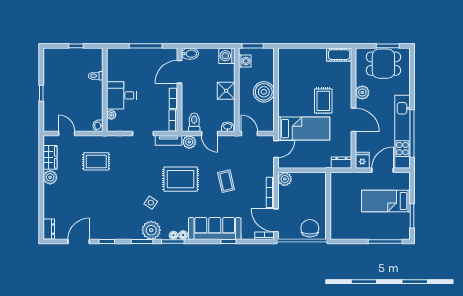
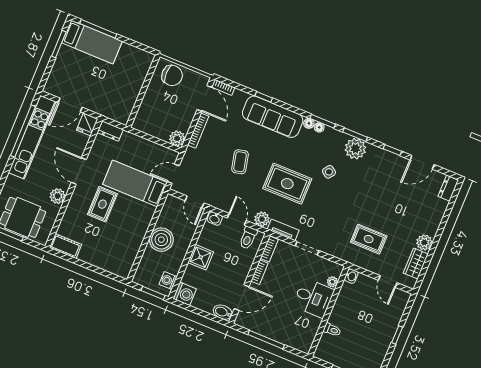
bed: (386, 201) -> (92, 42), moved
chair: (310, 228) -> (172, 75), turned -90
plant: (151, 230) -> (355, 149), moved

